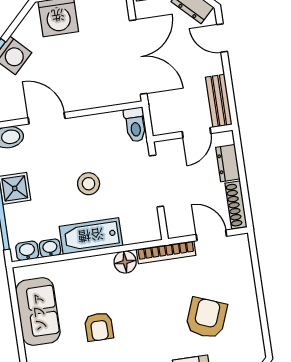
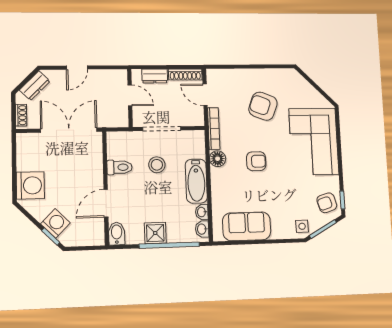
door: (222, 38) -> (77, 68), moved
bench: (219, 101) -> (109, 76), removed
toilet: (135, 125) -> (120, 167), moved
stool: (89, 184) -> (157, 165), moved
door: (211, 235) -> (205, 95), hinge flipped
armchair: (99, 327) -> (256, 161), moved

